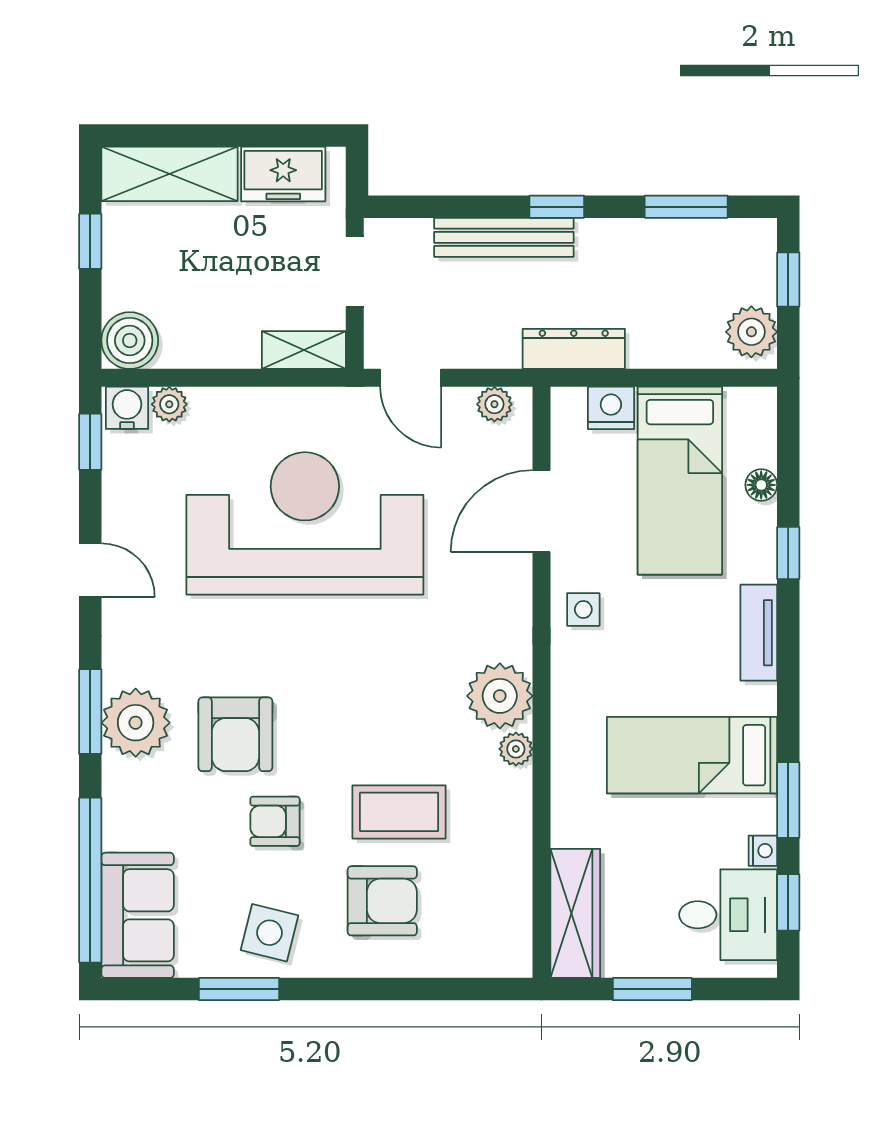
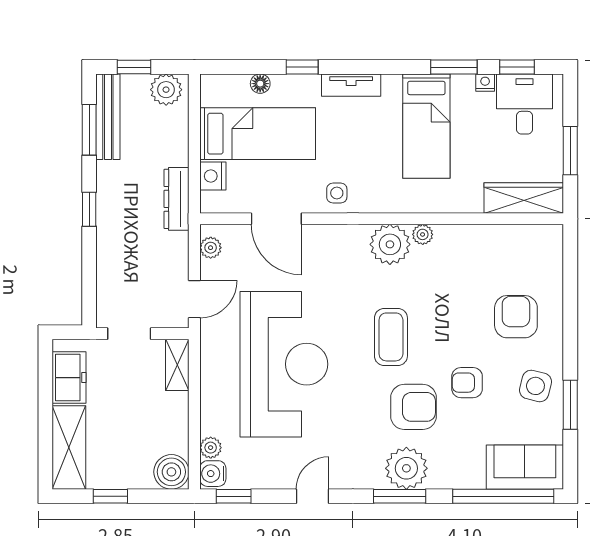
bench: (504, 237) -> (108, 117), moved
reception desk: (305, 523) -> (284, 364), turned 180
coffee table: (399, 812) -> (391, 337), moved
armchair: (275, 821) -> (467, 383), turned 90

